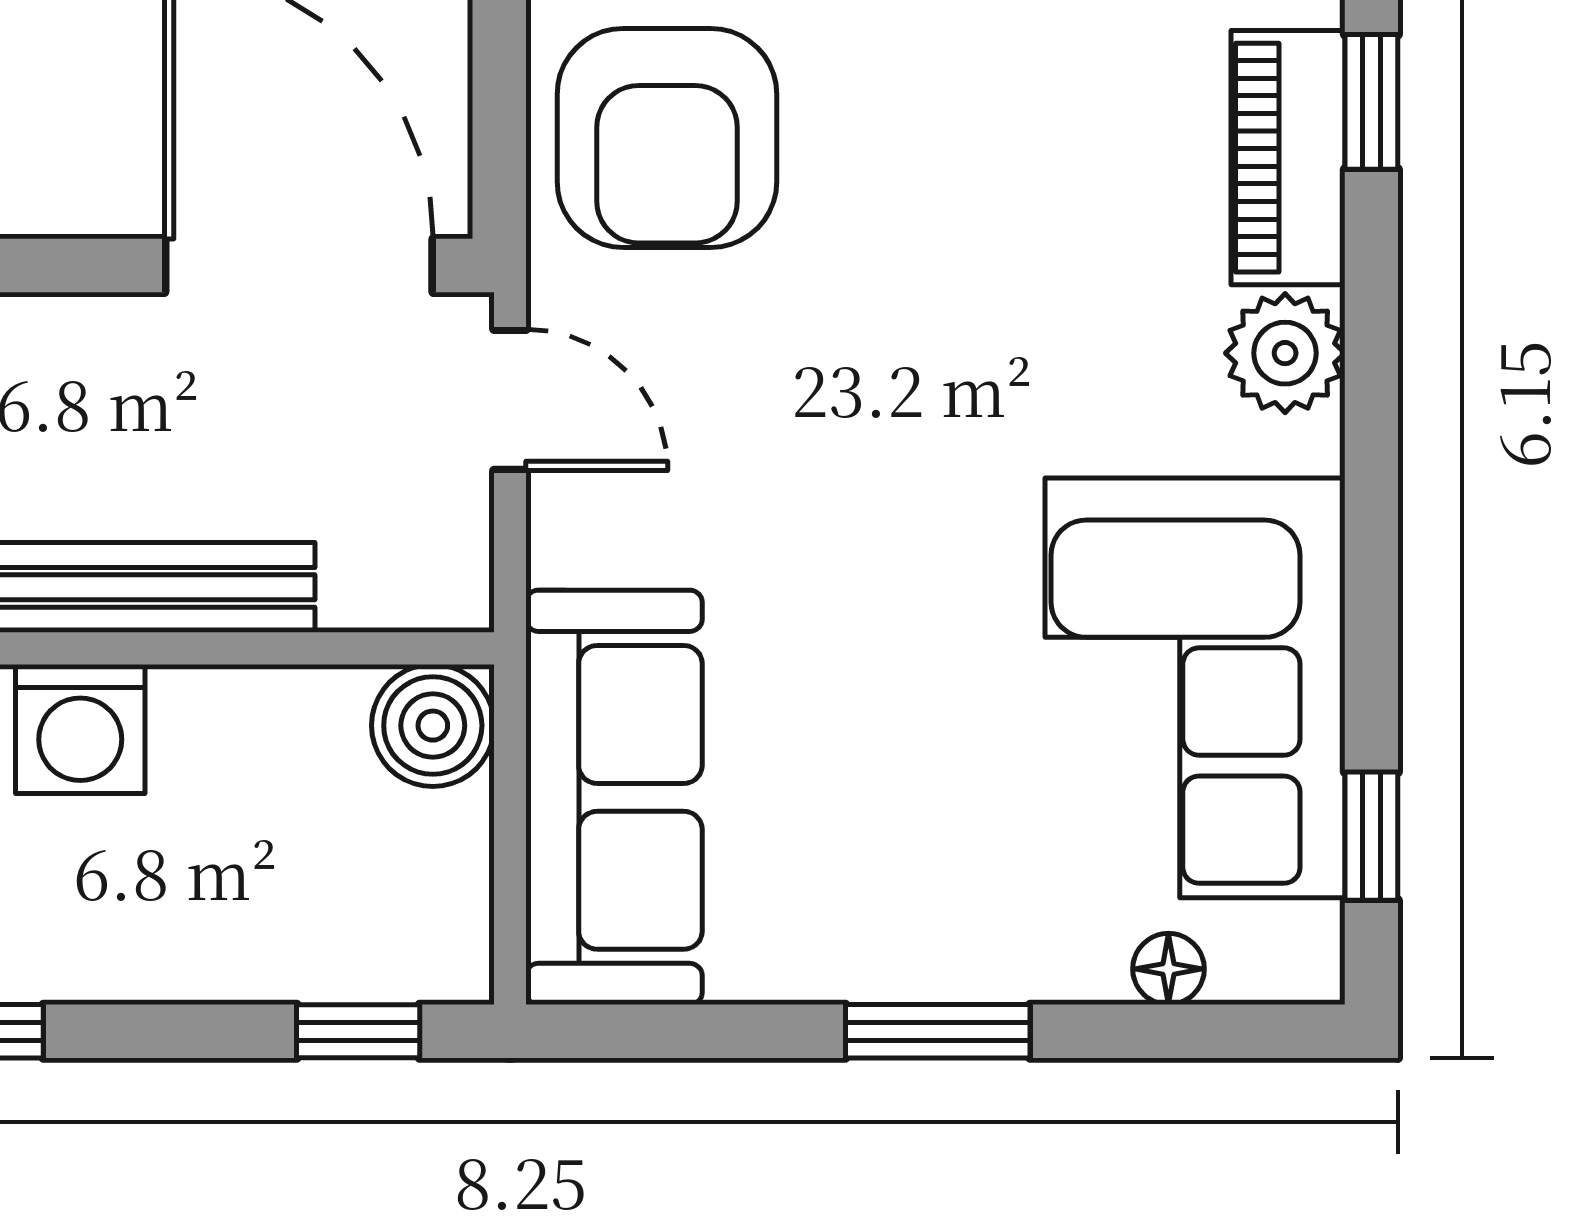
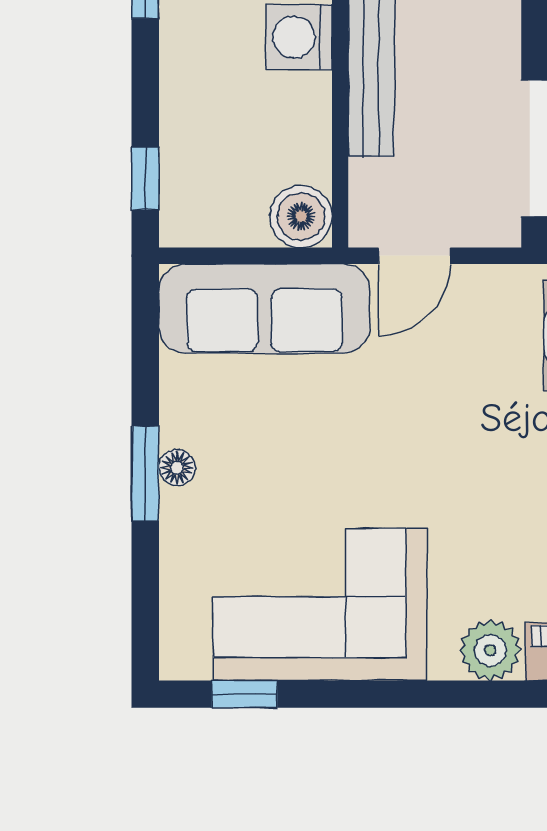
door: (510, 400) -> (414, 256), moved
floor lamp: (1168, 969) -> (177, 468), moved

